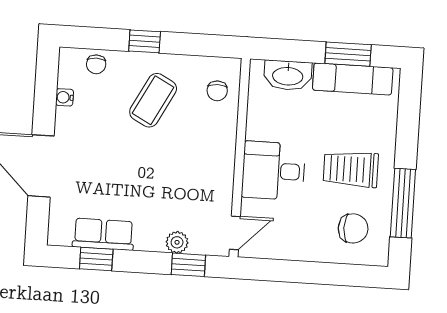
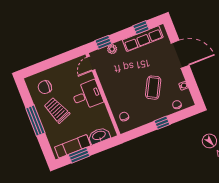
coffee table: (153, 100) -> (153, 88), moved
trolley: (351, 169) -> (57, 110), turned -112
window: (403, 203) -> (35, 121), moved
row of seats: (103, 234) -> (143, 39), width x1.48

